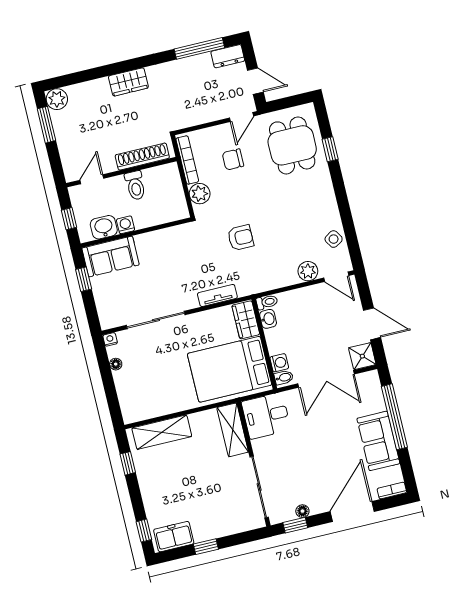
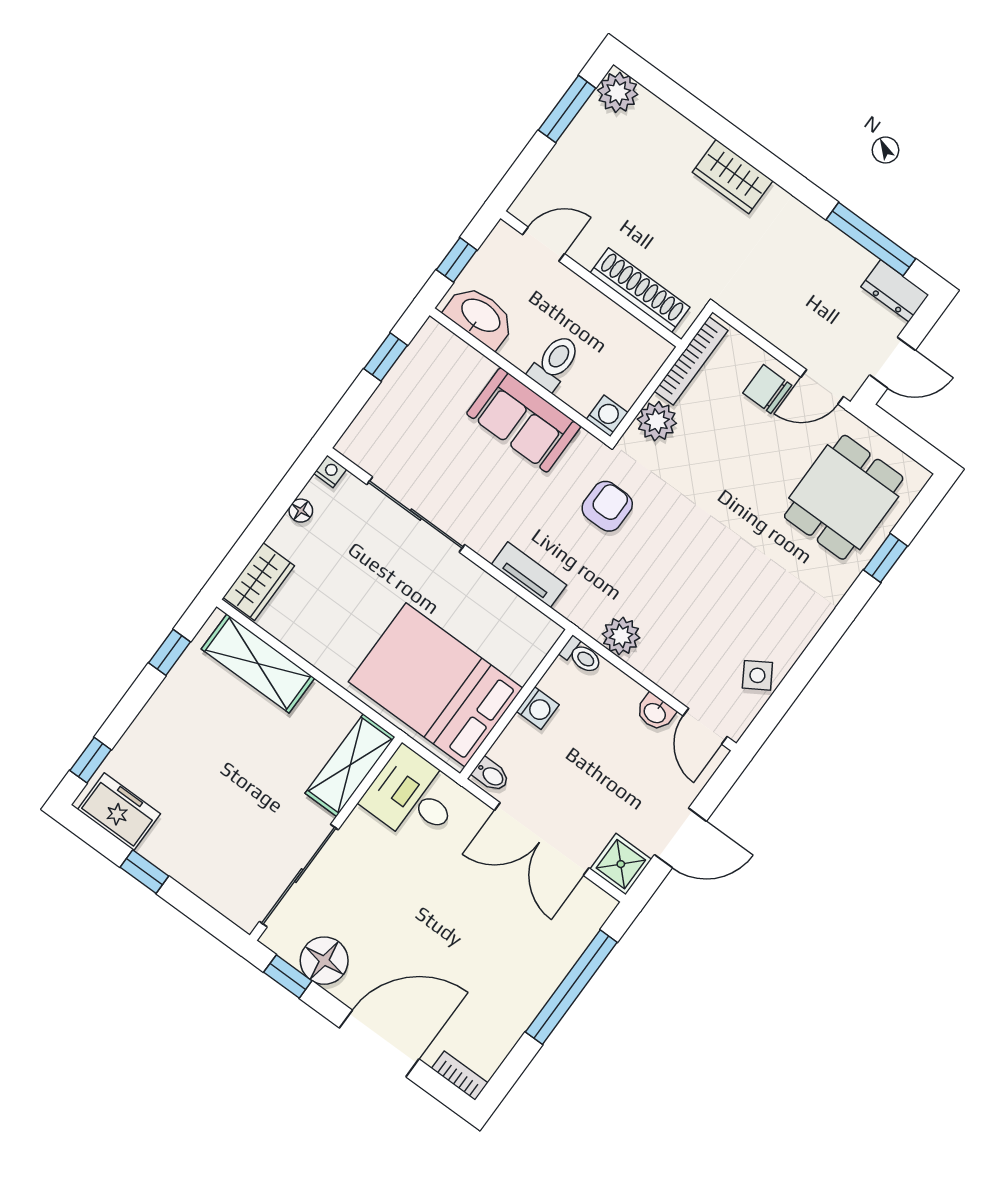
door: (255, 81) -> (893, 363), hinge flipped
chair: (233, 159) -> (767, 389), moved
toilet: (135, 185) -> (554, 362), moved, turned 180
washing machine: (126, 225) -> (607, 416), moved
washbasin: (104, 227) -> (480, 316), width x1.38
armchair: (241, 238) -> (607, 506), moved, turned -90
sofa: (110, 256) -> (524, 420), moved
plant: (308, 271) -> (621, 636), moved
washbasin: (268, 319) -> (655, 712), moved, turned 90
wardrobe: (246, 320) -> (259, 582), moved, turned 180
door: (372, 324) -> (680, 838), hinge flipped
washing machine: (279, 363) -> (538, 708), moved
sofa: (378, 441) -> (516, 994), removed
floor lamp: (302, 511) -> (324, 961), width x1.89, depth x1.89

